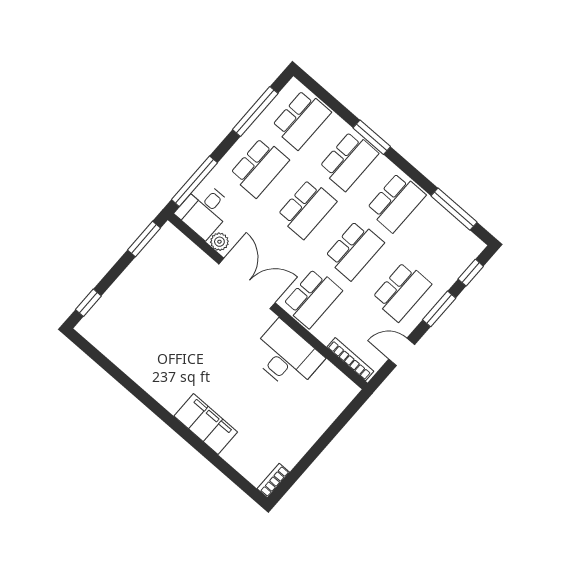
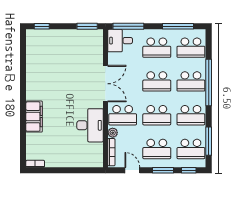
window: (372, 137) -> (209, 83), width x2.11
plant: (219, 242) -> (113, 133), moved
school desk: (443, 244) -> (191, 149), added

